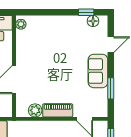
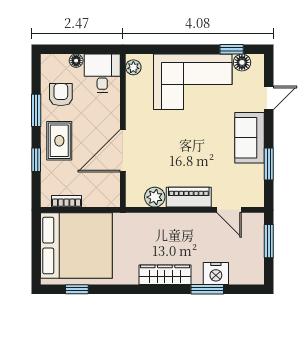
corner sofa: (60, 34) -> (193, 82), added

